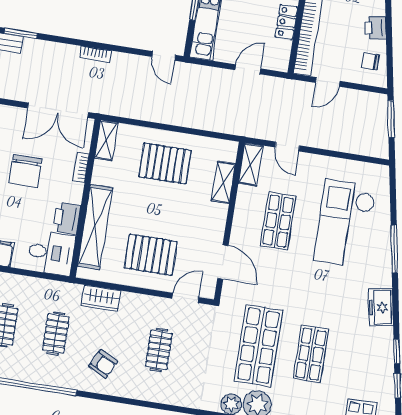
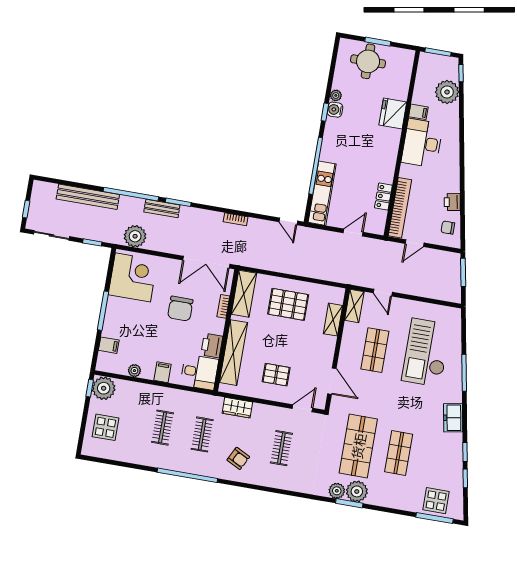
shelving: (106, 140) -> (244, 294), width x1.50, depth x1.33
pallet: (151, 255) -> (276, 375), width x0.67, depth x0.71

